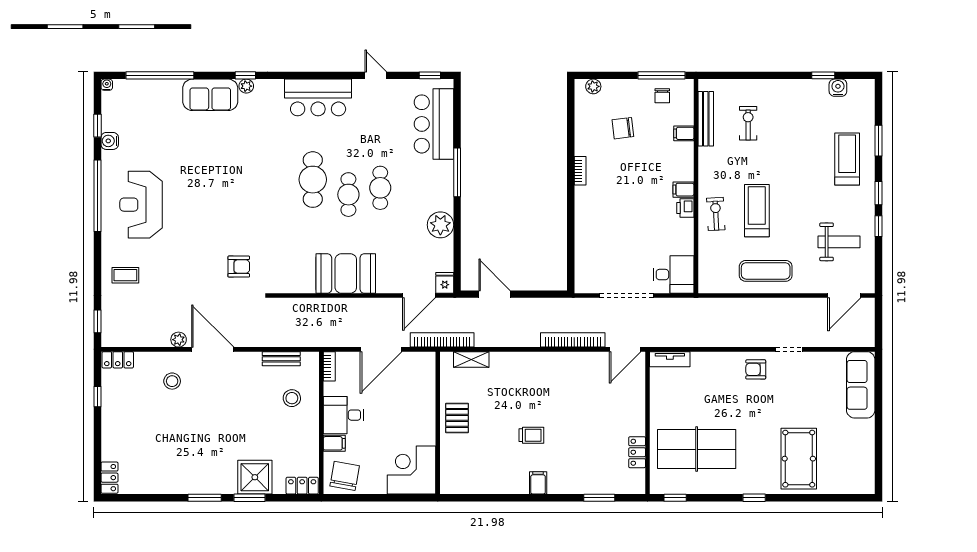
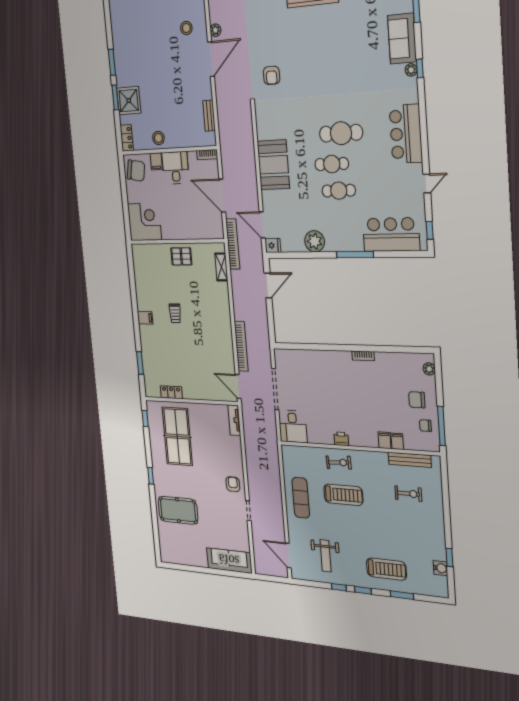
chair: (623, 128) -> (417, 400), moved, turned -83
filing cabinet: (683, 190) -> (384, 440), moved
stool: (292, 398) -> (158, 138), moved

